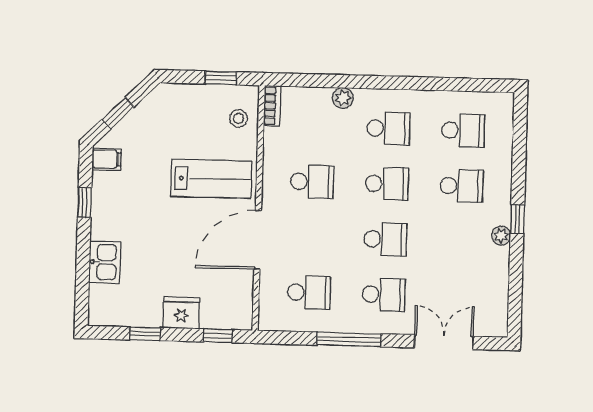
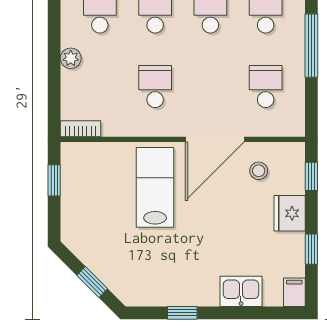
stool: (239, 118) -> (259, 171), moved
filing cabinet: (107, 159) -> (294, 292), moved
door: (258, 240) -> (215, 139), hinge flipped

